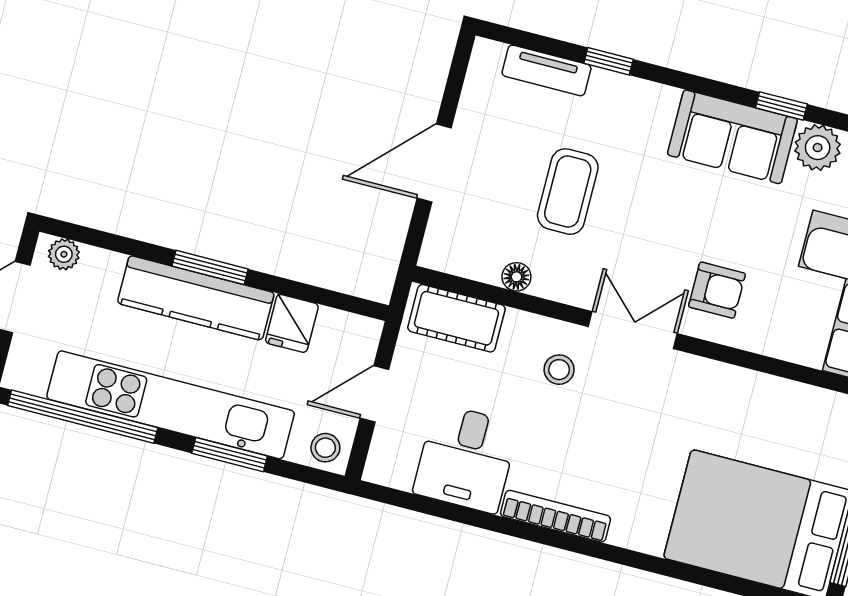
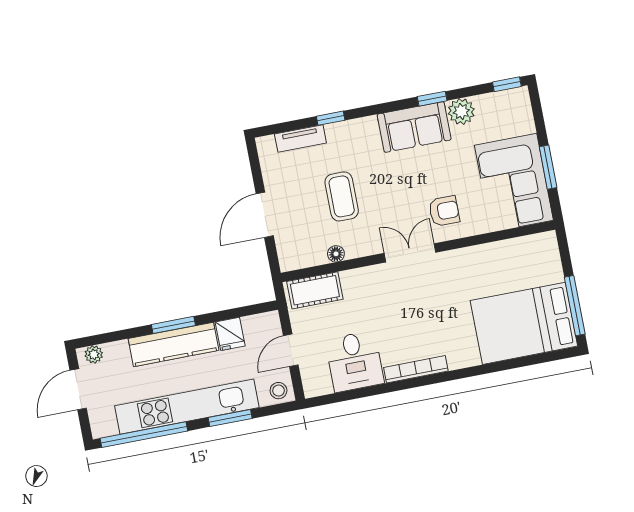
stool: (559, 370) -> (381, 292), removed

